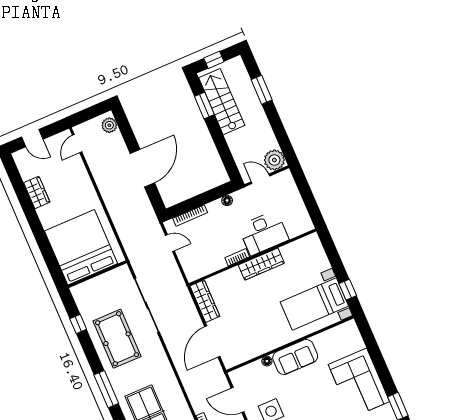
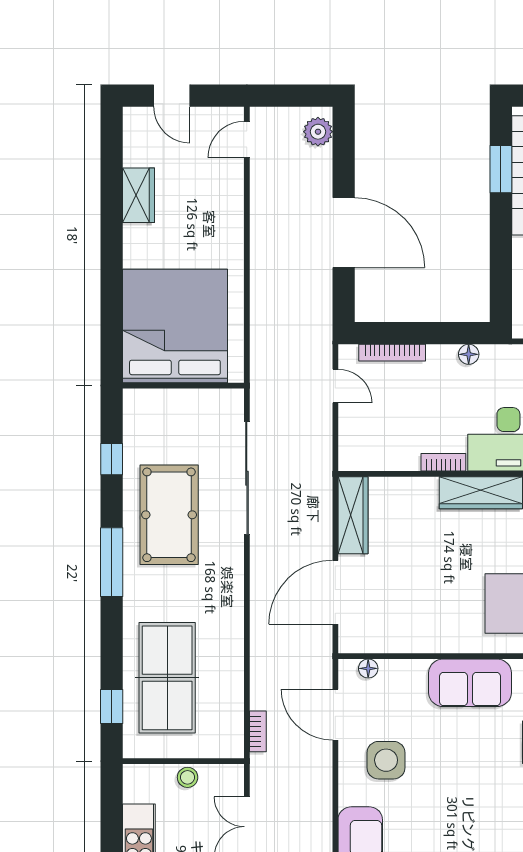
door: (142, 168) -> (344, 233), hinge flipped
floor lamp: (267, 361) -> (368, 668), moved
window: (106, 389) -> (112, 562), moved

